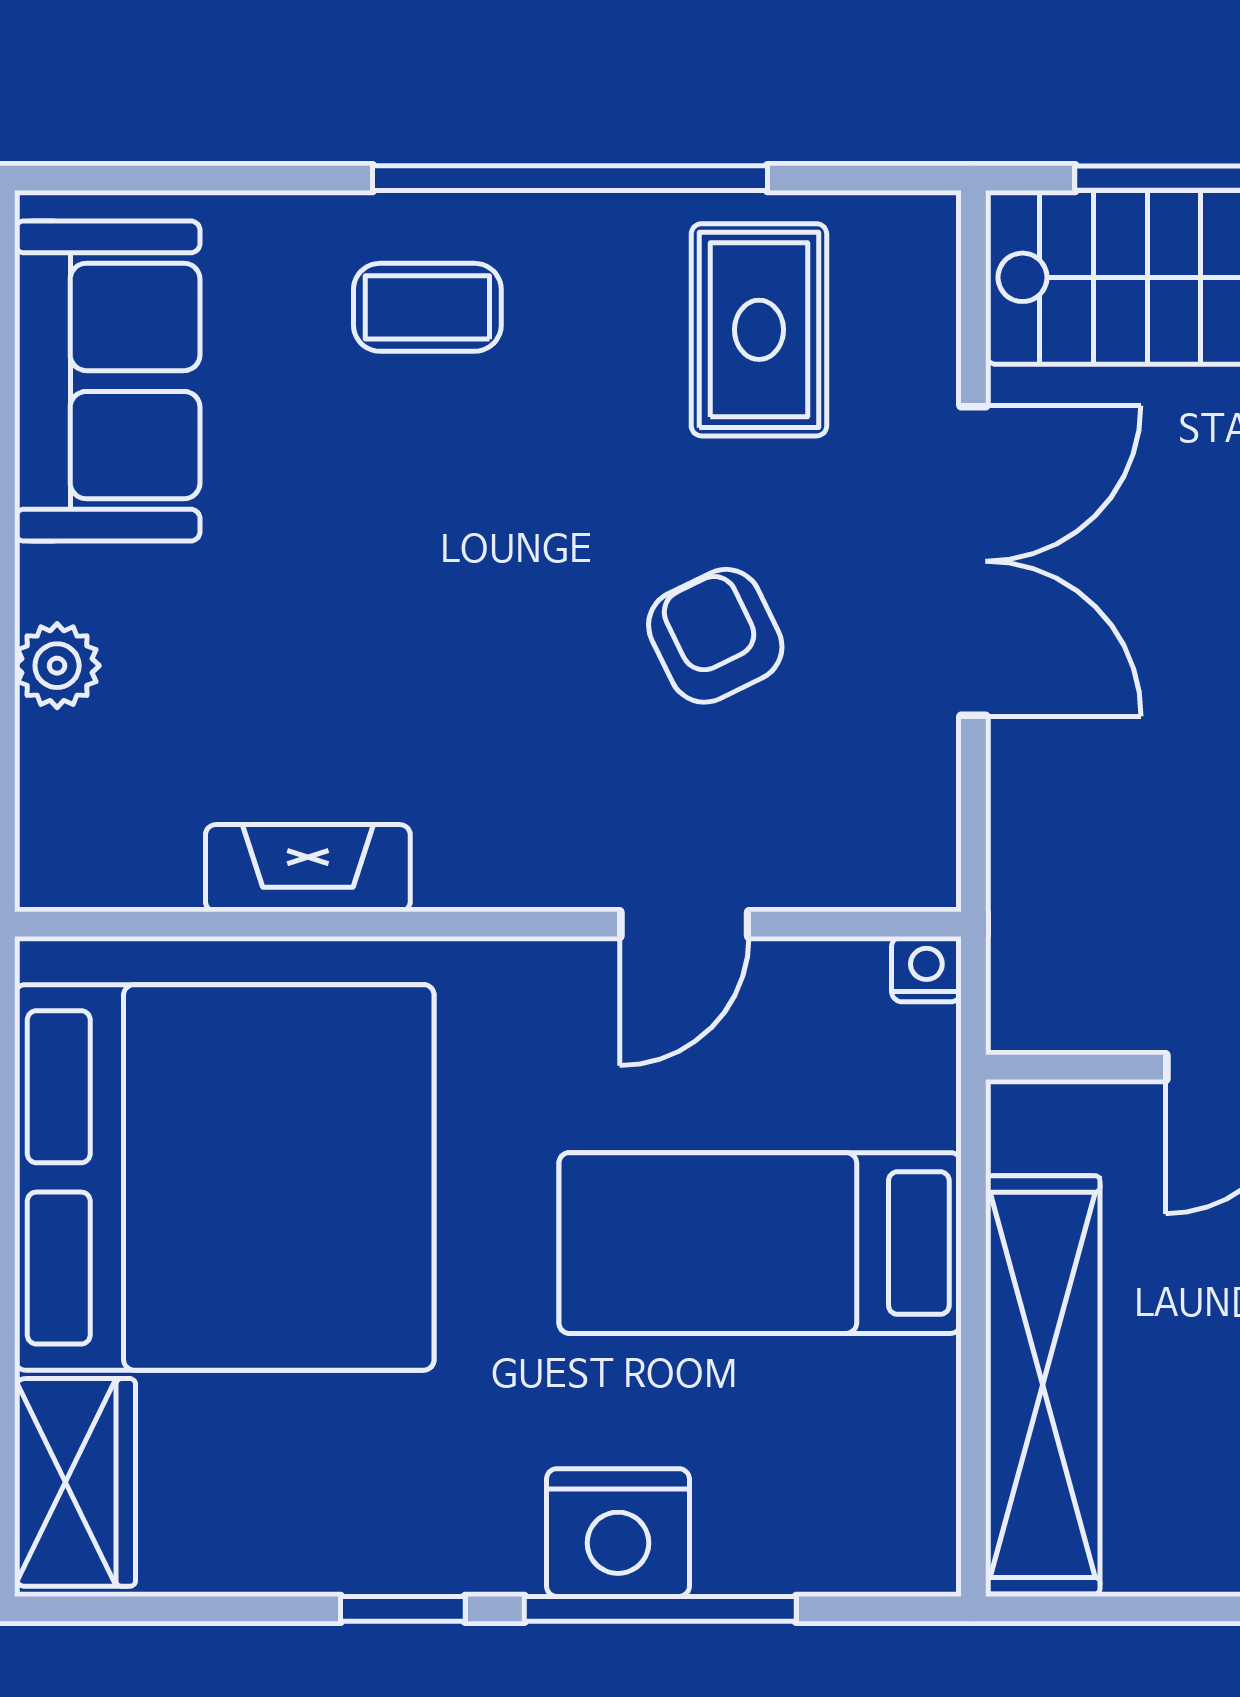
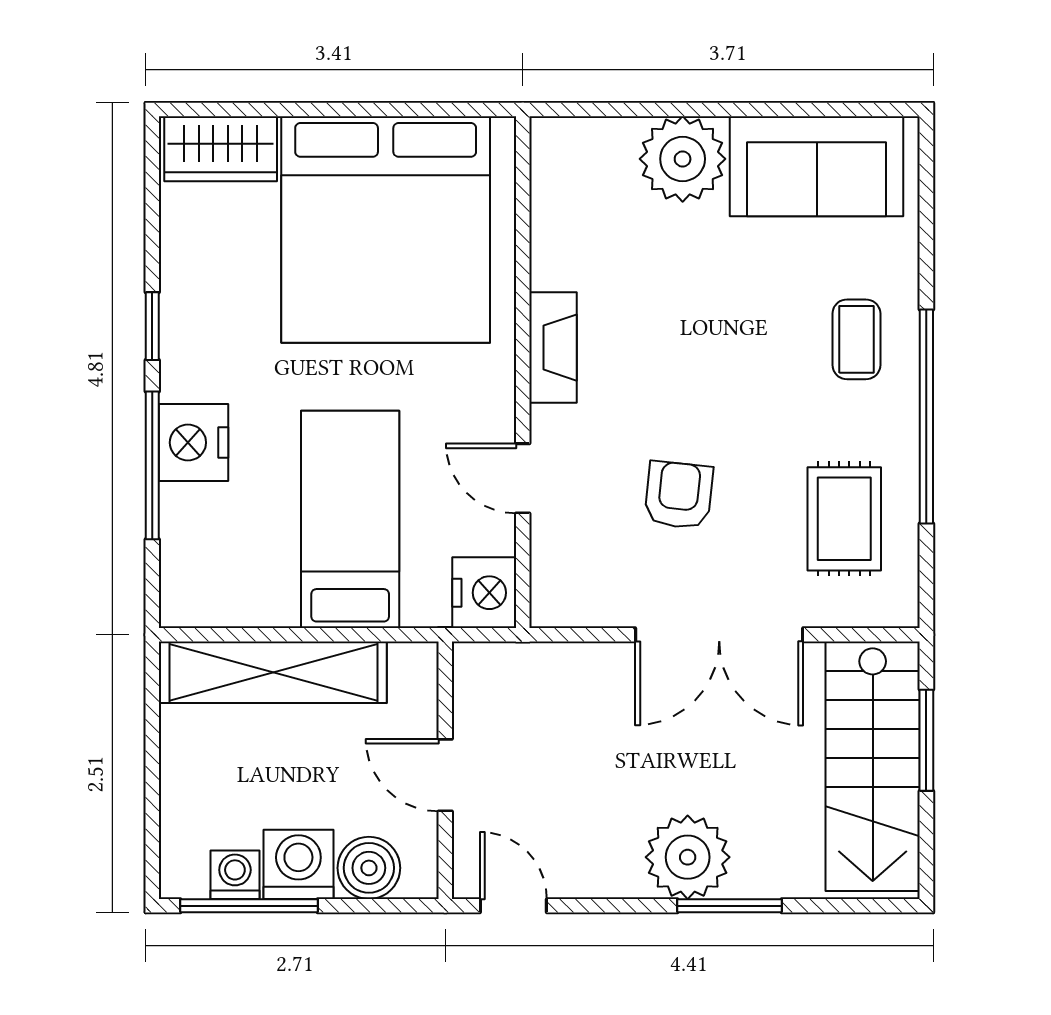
rug: (759, 330) -> (844, 519), turned 90
armchair: (715, 636) -> (679, 495), turned -58
plant: (57, 666) -> (683, 159), width x1.87, depth x1.87
fireplace: (308, 868) -> (553, 348), moved
nightstand: (926, 969) -> (484, 593), width x1.89, depth x1.79

